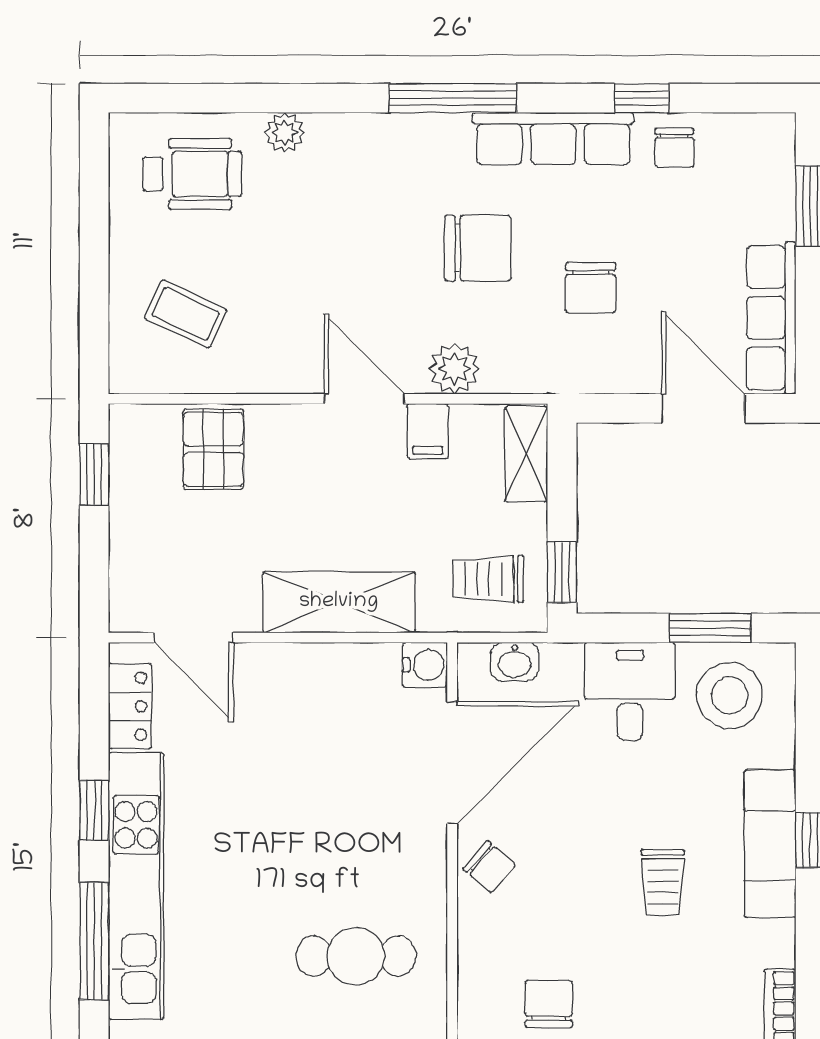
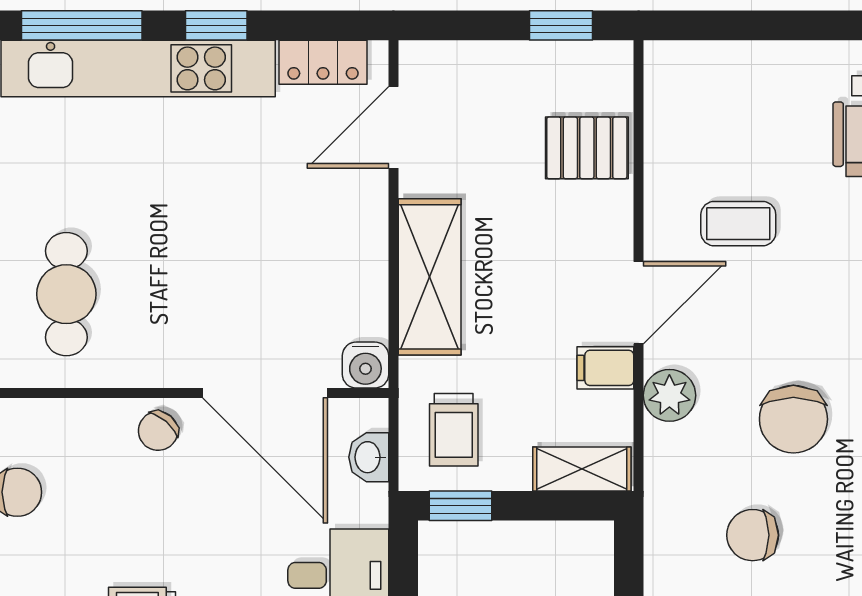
coffee table: (186, 314) -> (738, 224), moved, turned 65
trolley: (488, 579) -> (454, 430), turned 180

